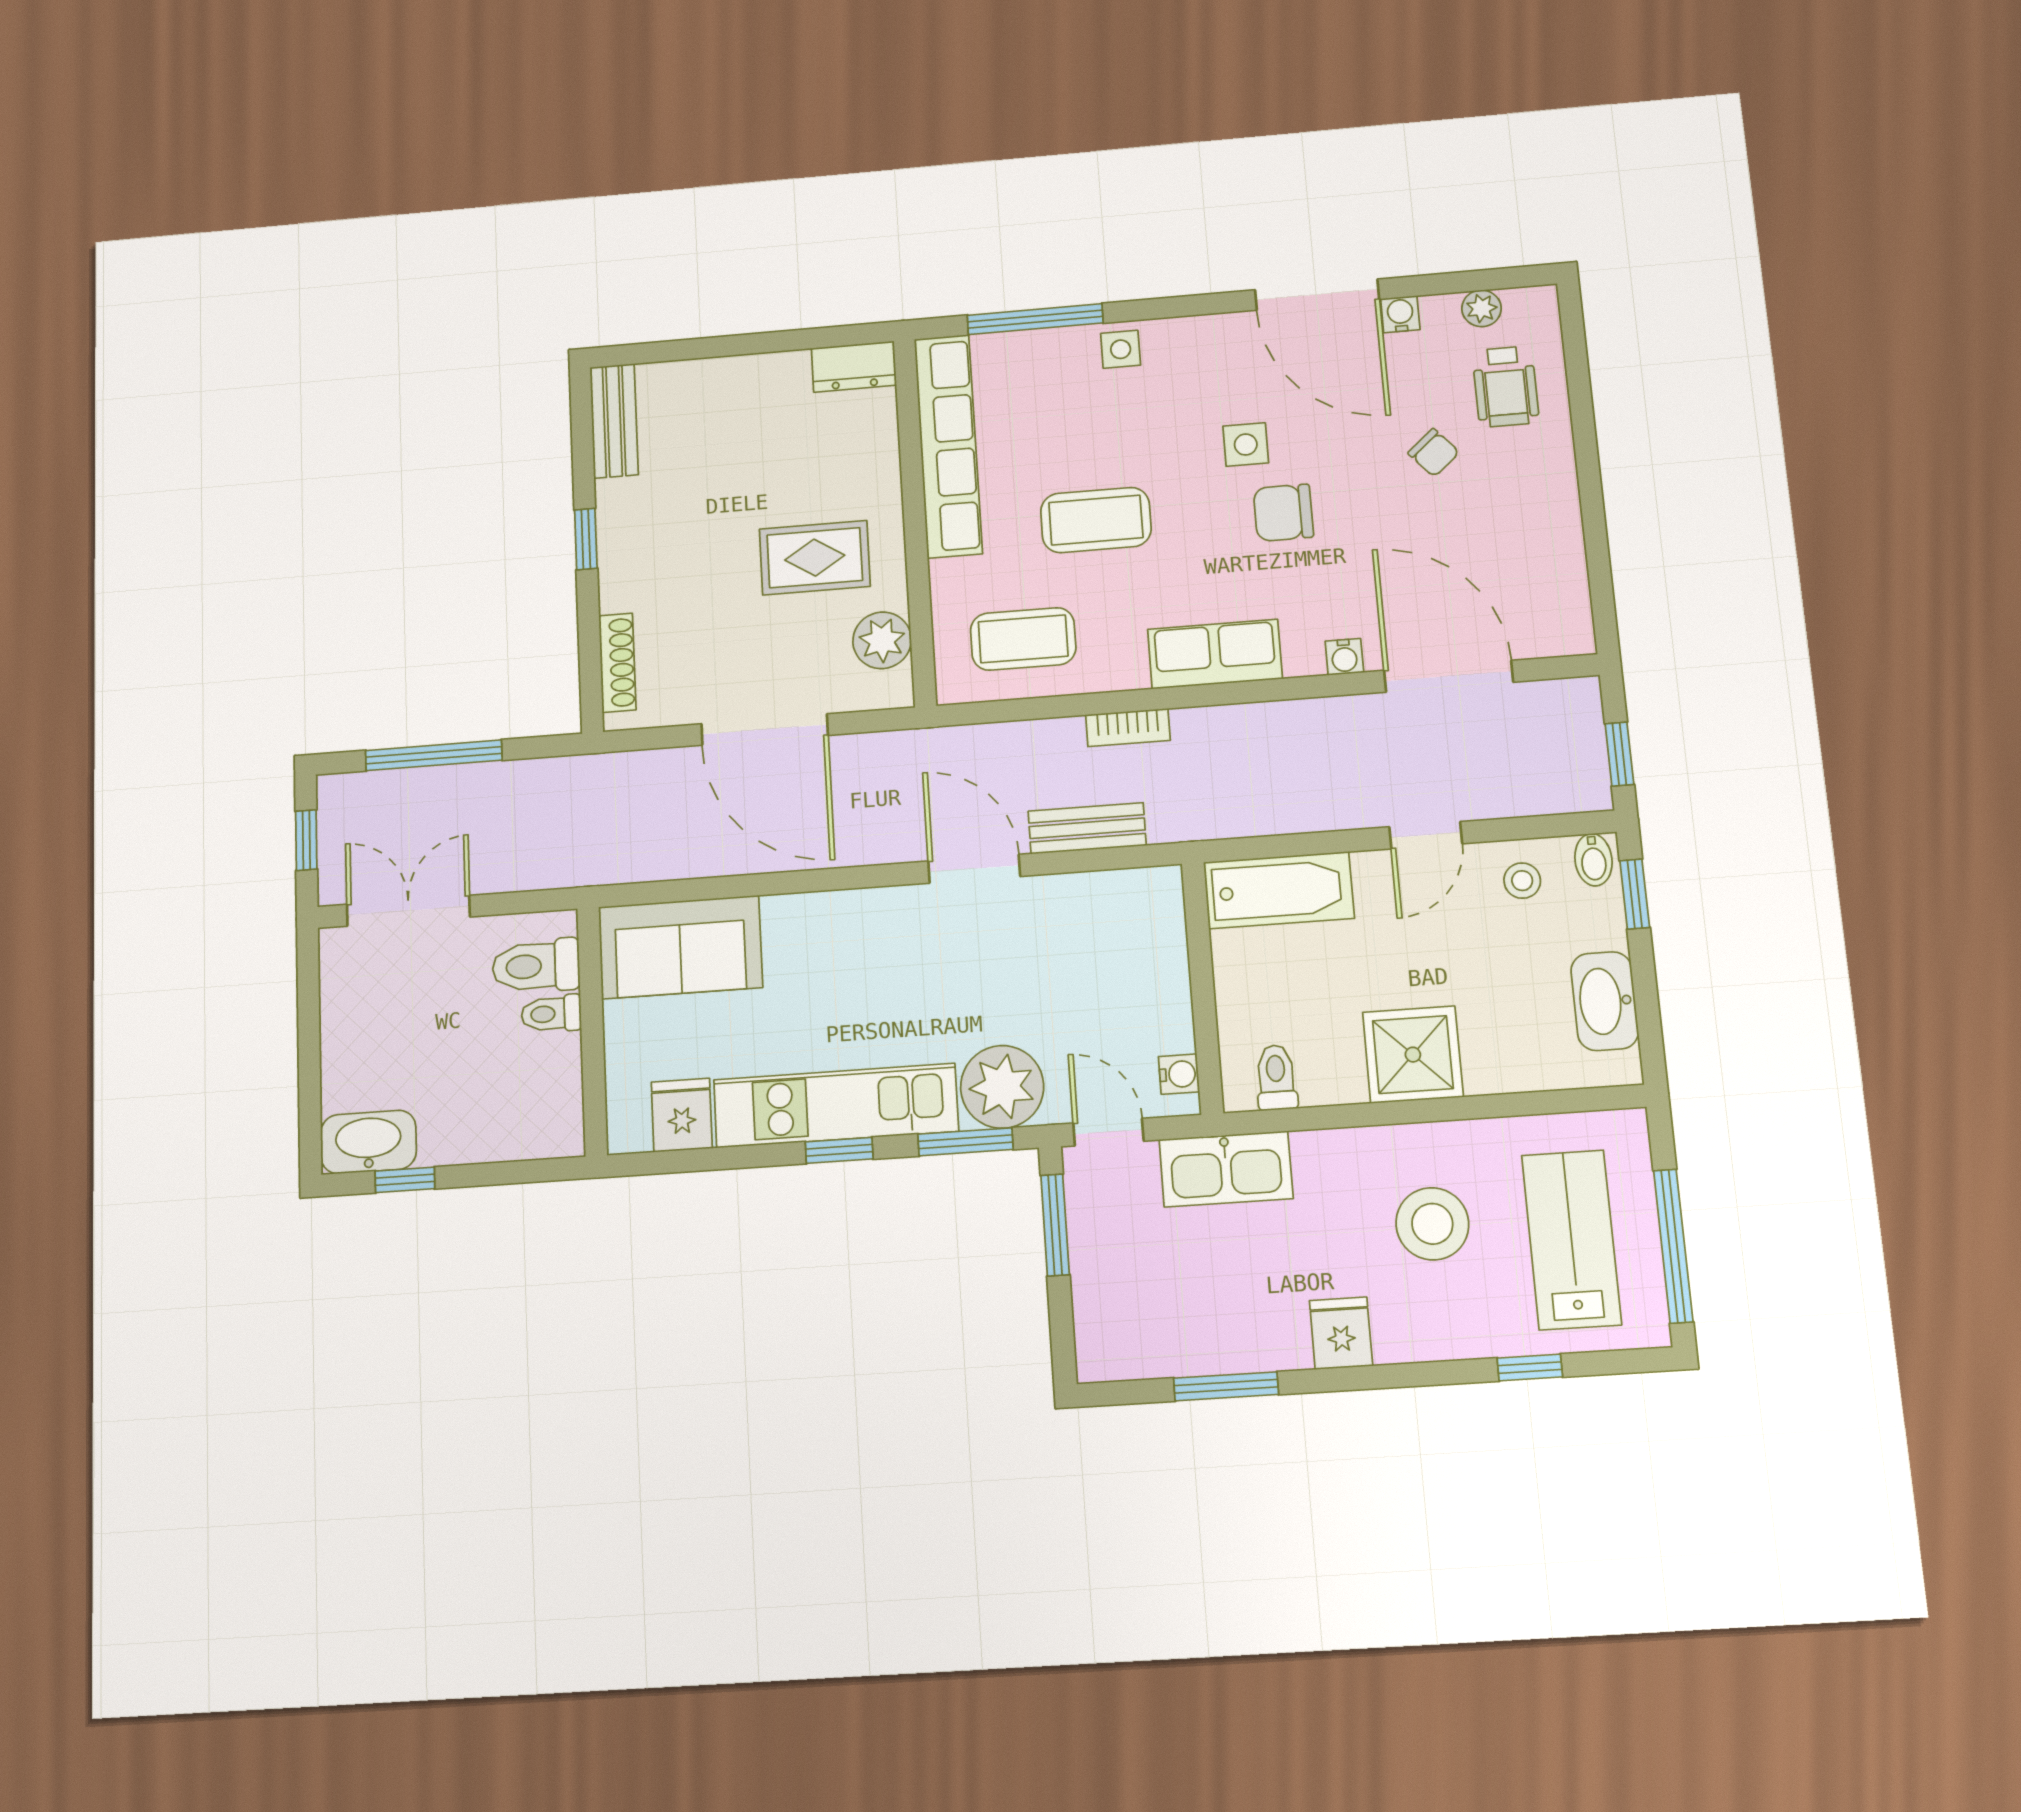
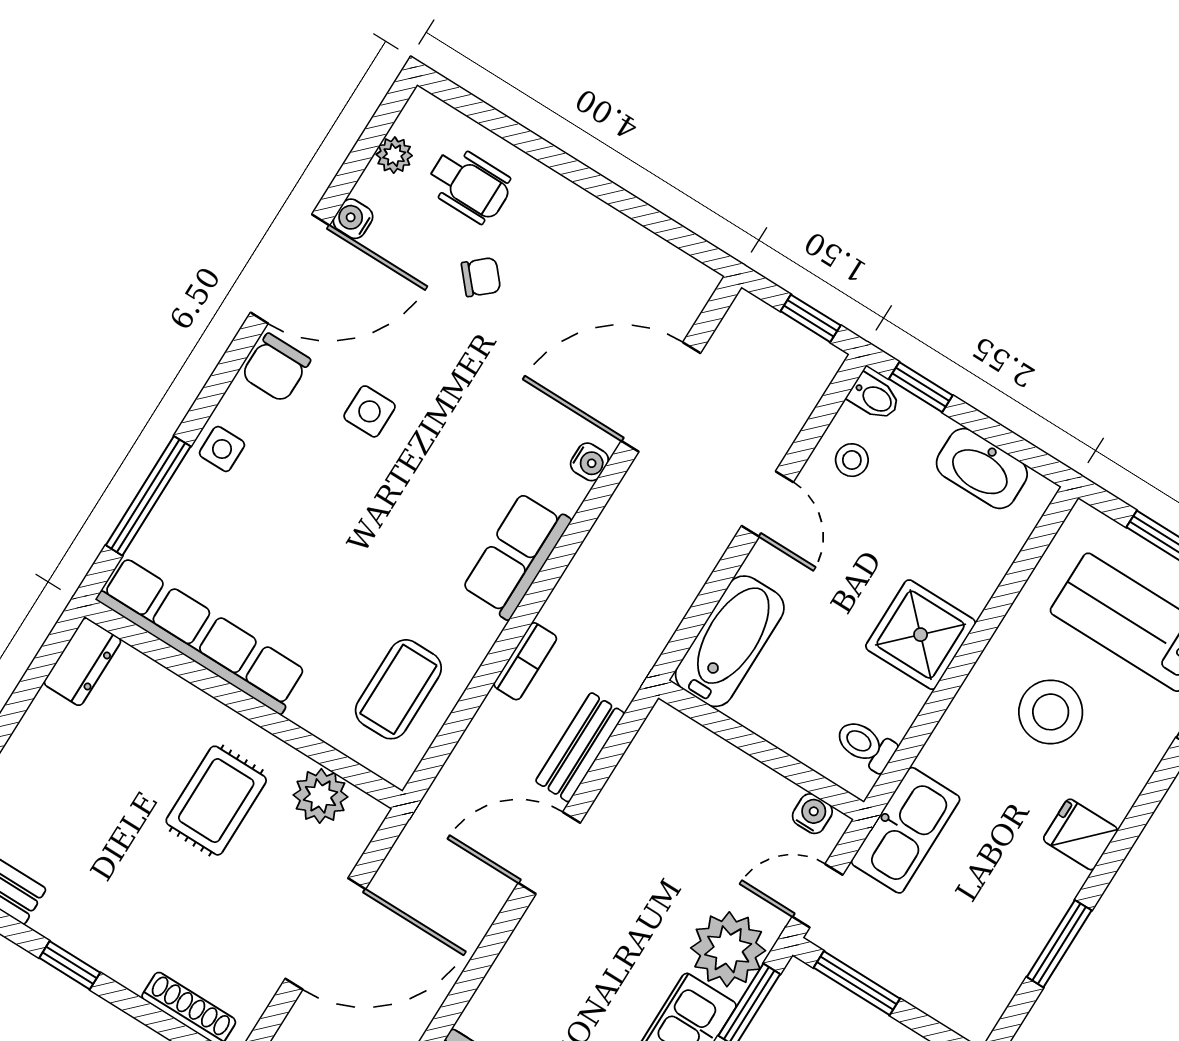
chair: (1283, 513) -> (276, 368), moved
coffee table: (1096, 520) -> (345, 567), removed

